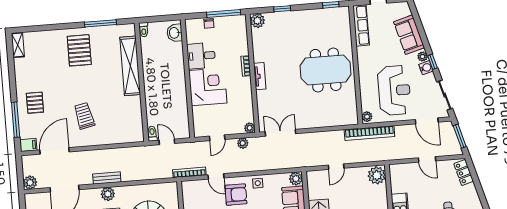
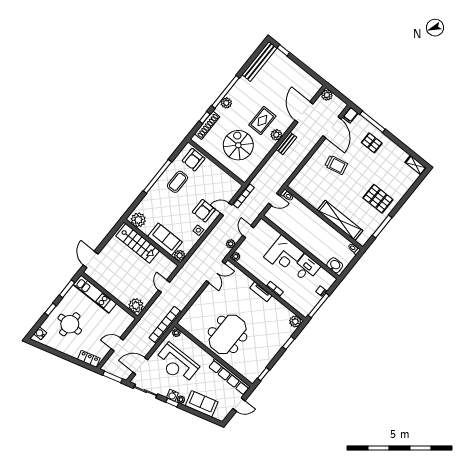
row of seats: (361, 25) -> (229, 377), width x1.36

